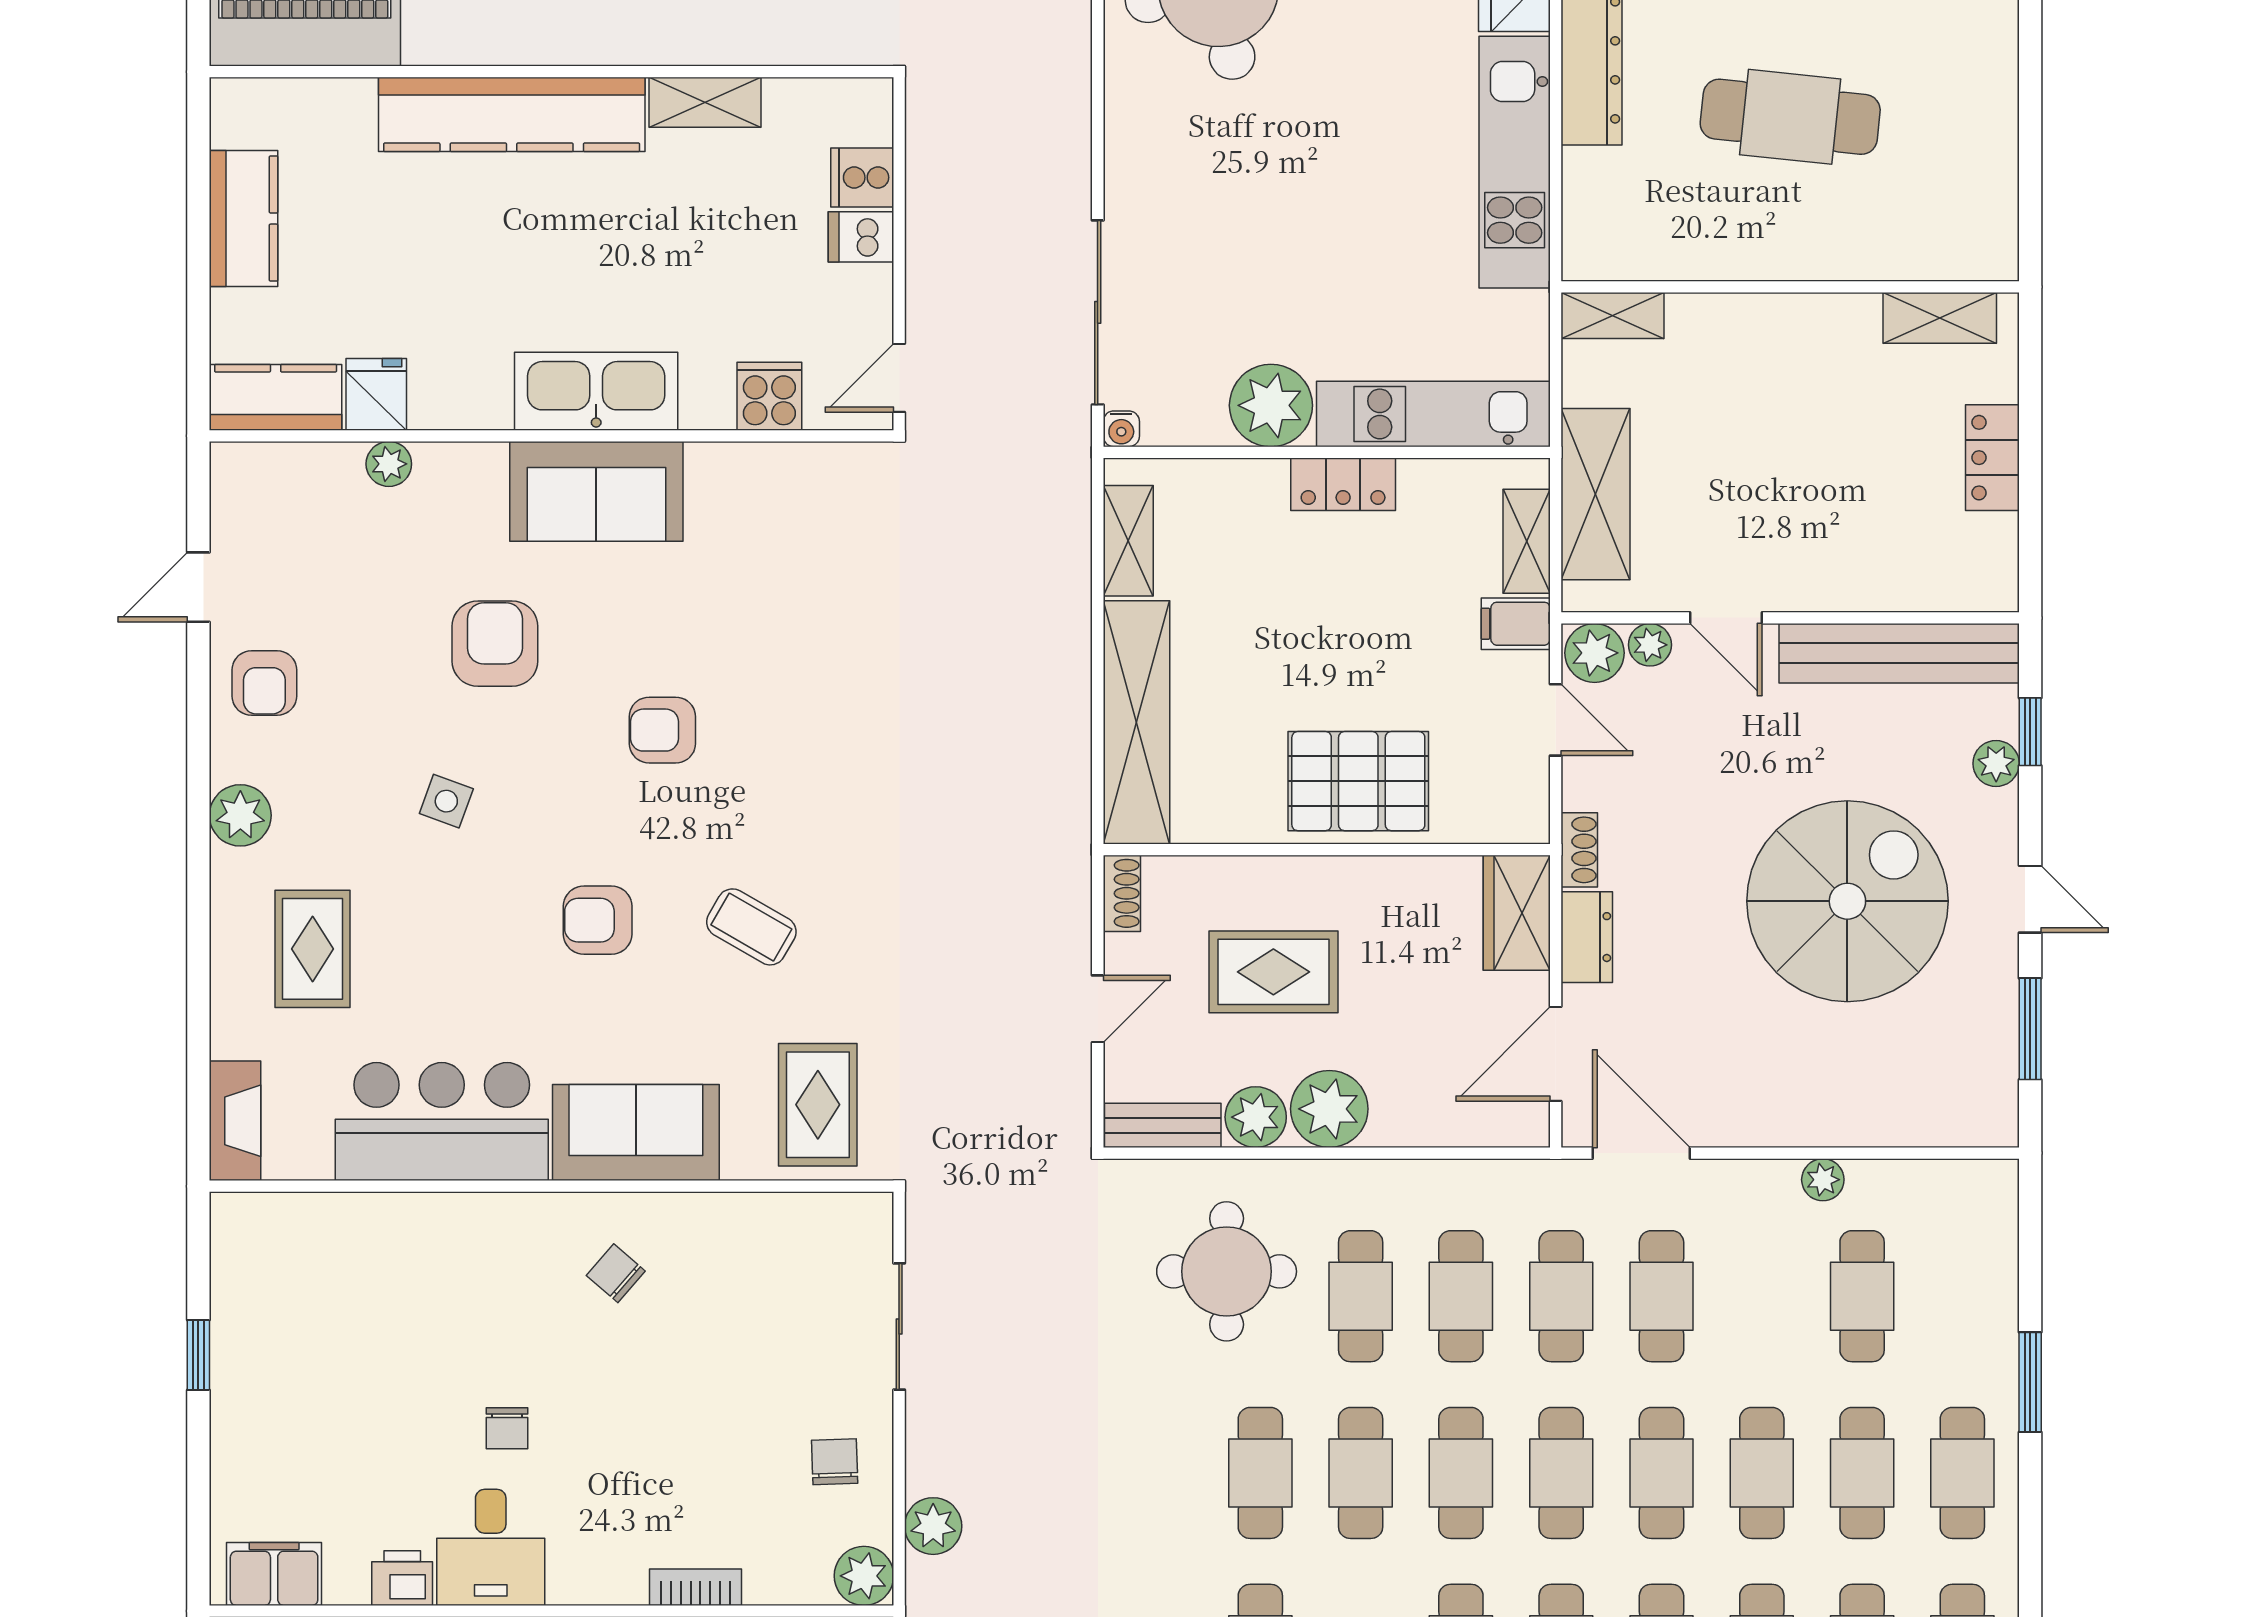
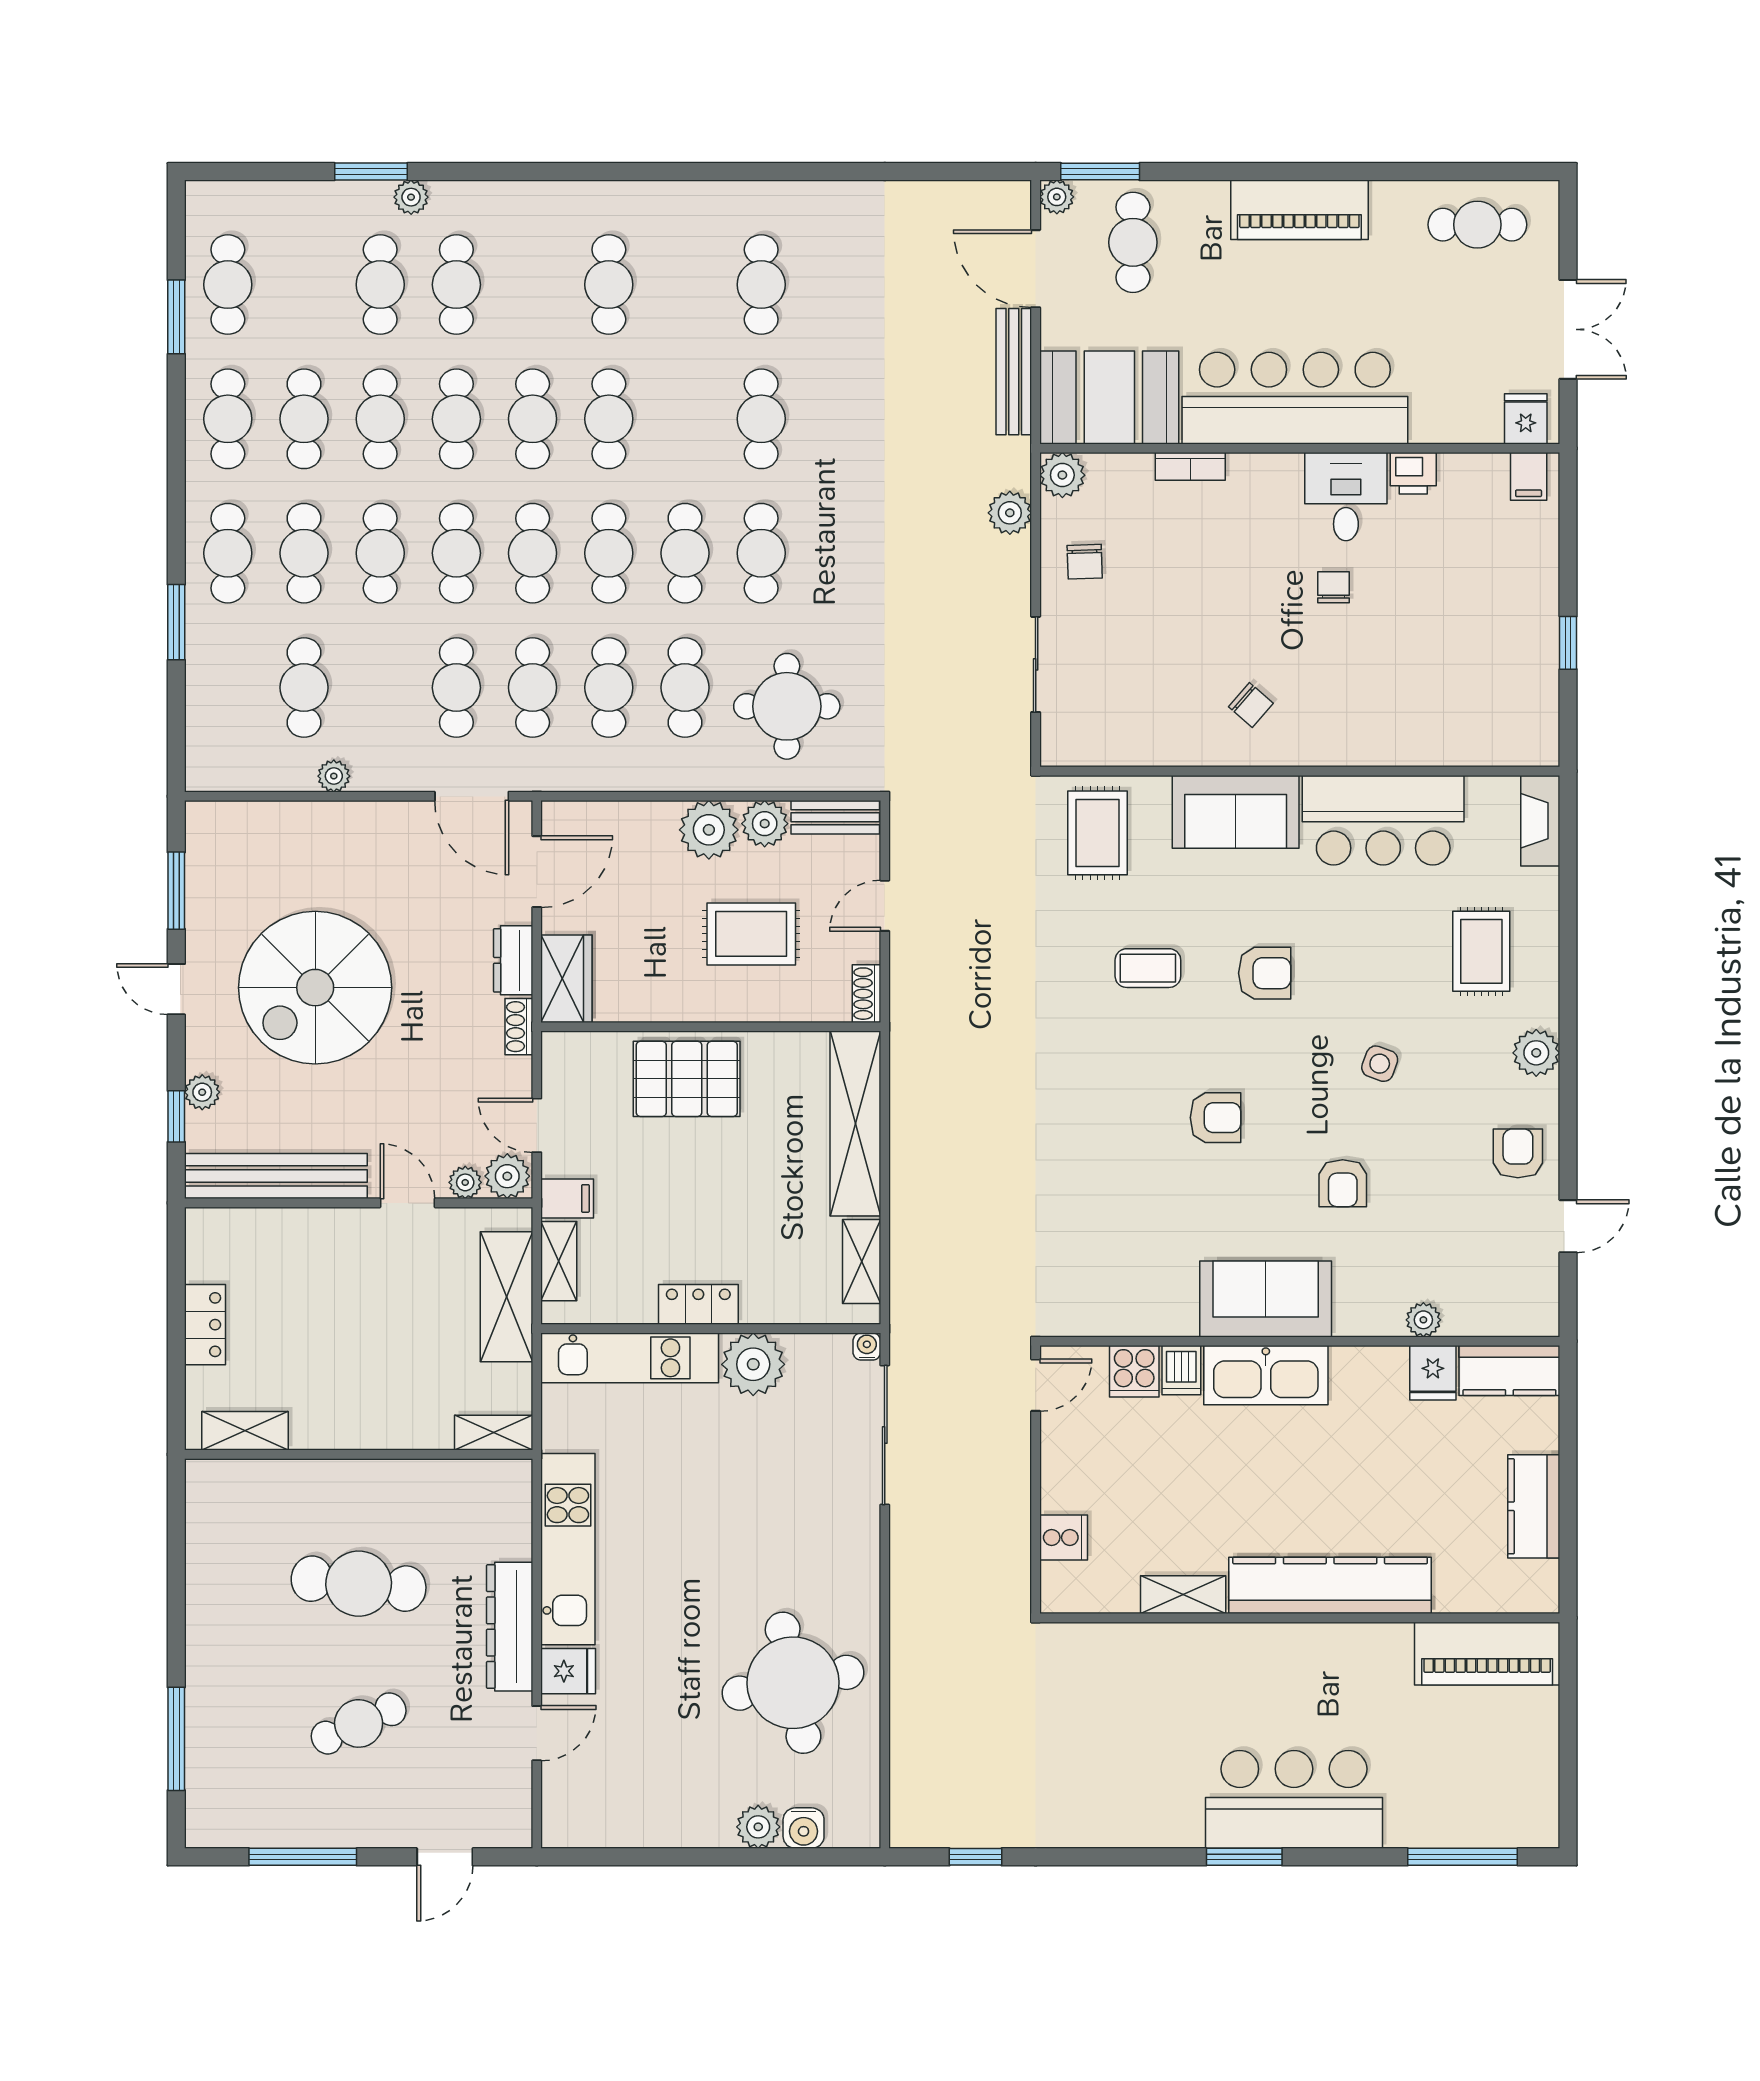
dishwasher: (861, 237) -> (1181, 1370), moved, turned 90
armchair: (495, 644) -> (1343, 1183), width x0.72, depth x0.72
coffee table: (751, 927) -> (1148, 968), turned -30
filing cabinet: (274, 1574) -> (1529, 476), width x0.50

